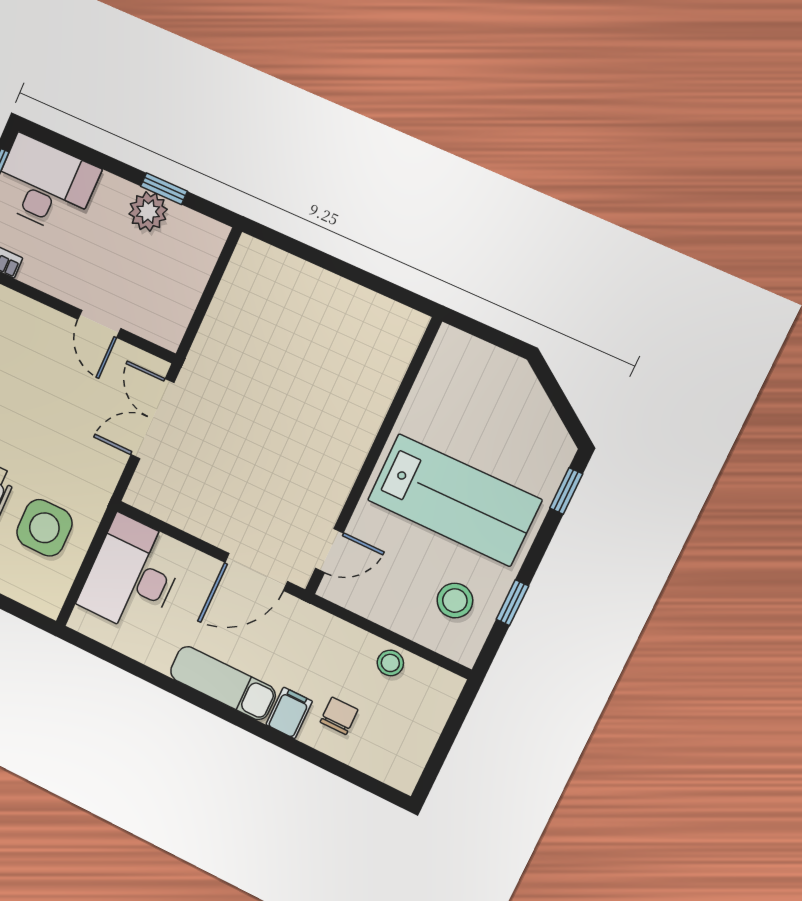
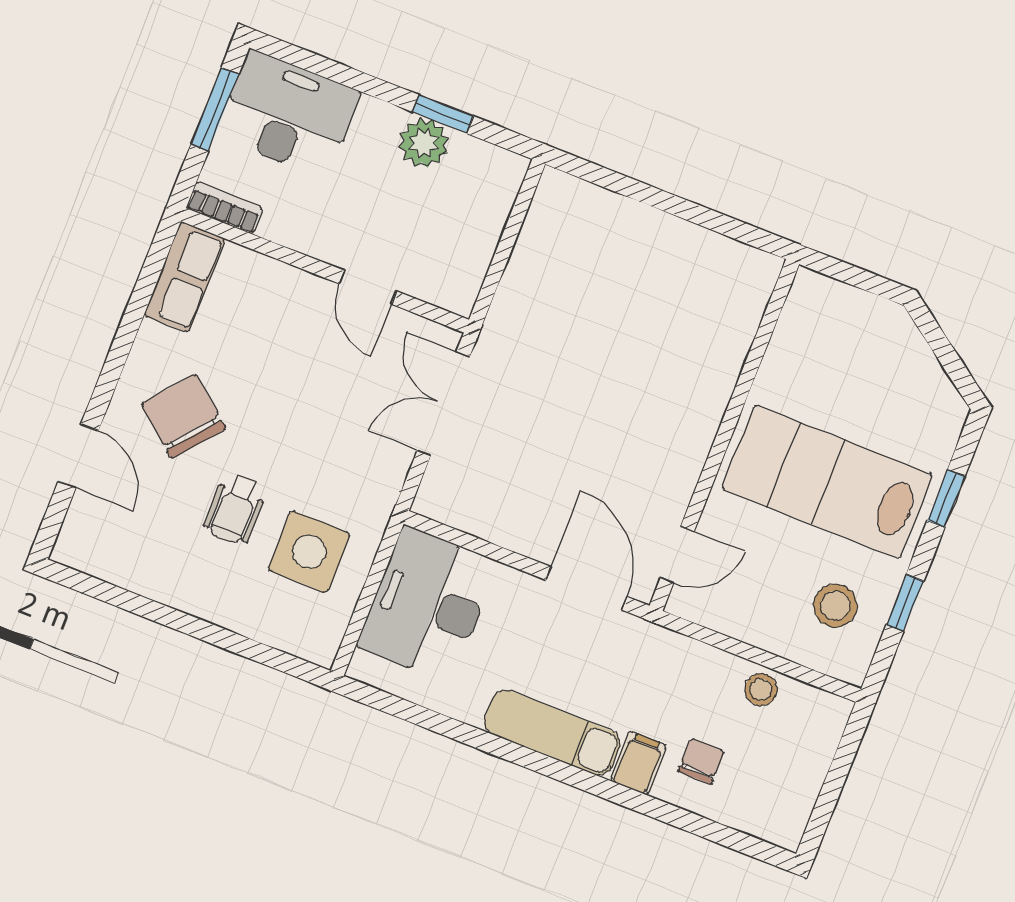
window: (566, 491) -> (946, 498), moved
lab bench: (454, 500) -> (827, 482), turned 180
door: (256, 572) -> (587, 588), swing flipped

